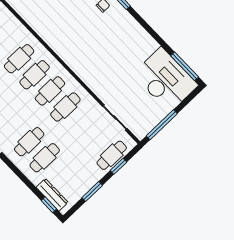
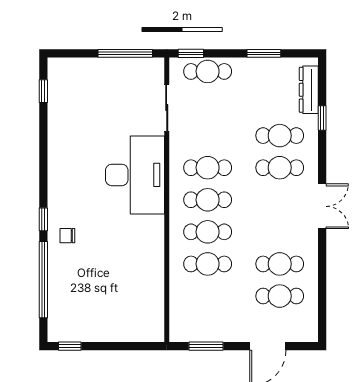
window: (185, 66) -> (43, 91), width x0.46
desk: (165, 80) -> (135, 175), moved, turned 180
window: (118, 166) -> (191, 53), moved
window: (49, 205) -> (322, 118), moved

